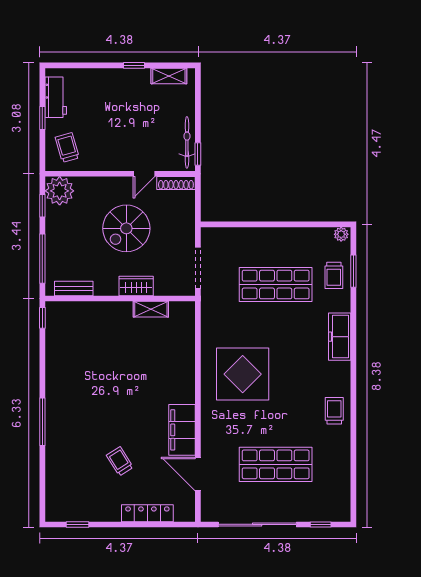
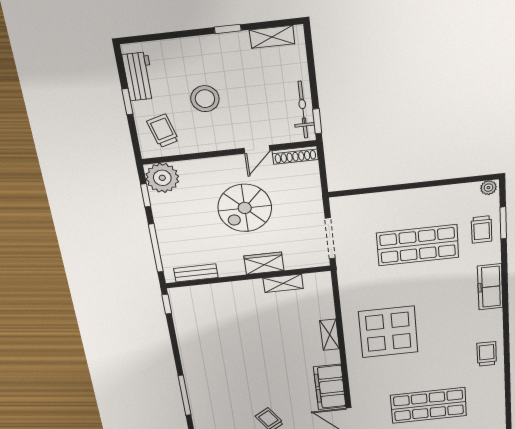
stool: (107, 123) -> (205, 99), added
shelving: (188, 370) -> (330, 335), added

